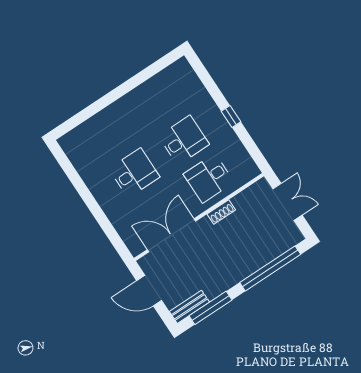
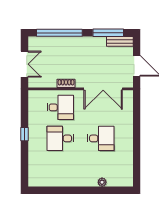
plant: (97, 120) -> (102, 182), added
desk: (134, 173) -> (101, 138), turned 180
double door: (288, 202) -> (24, 64), swing flipped

